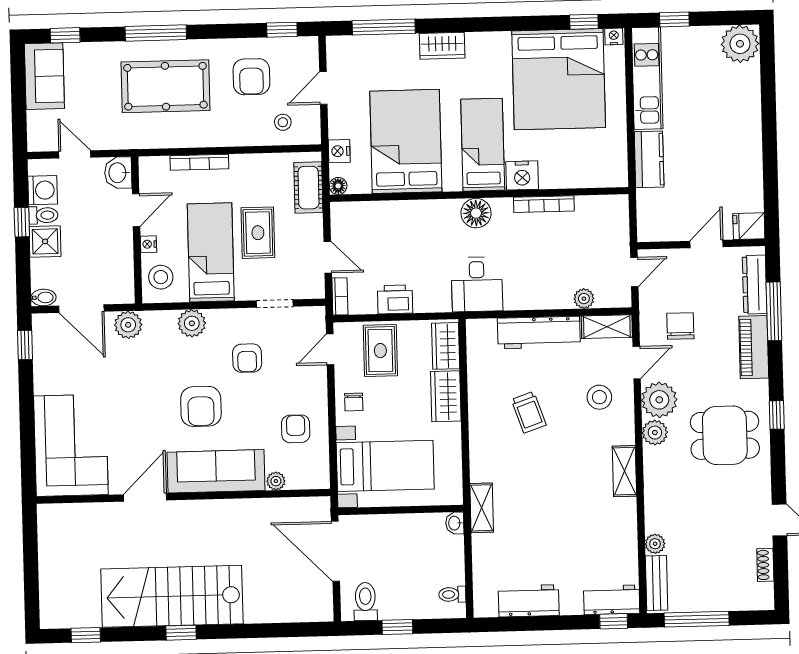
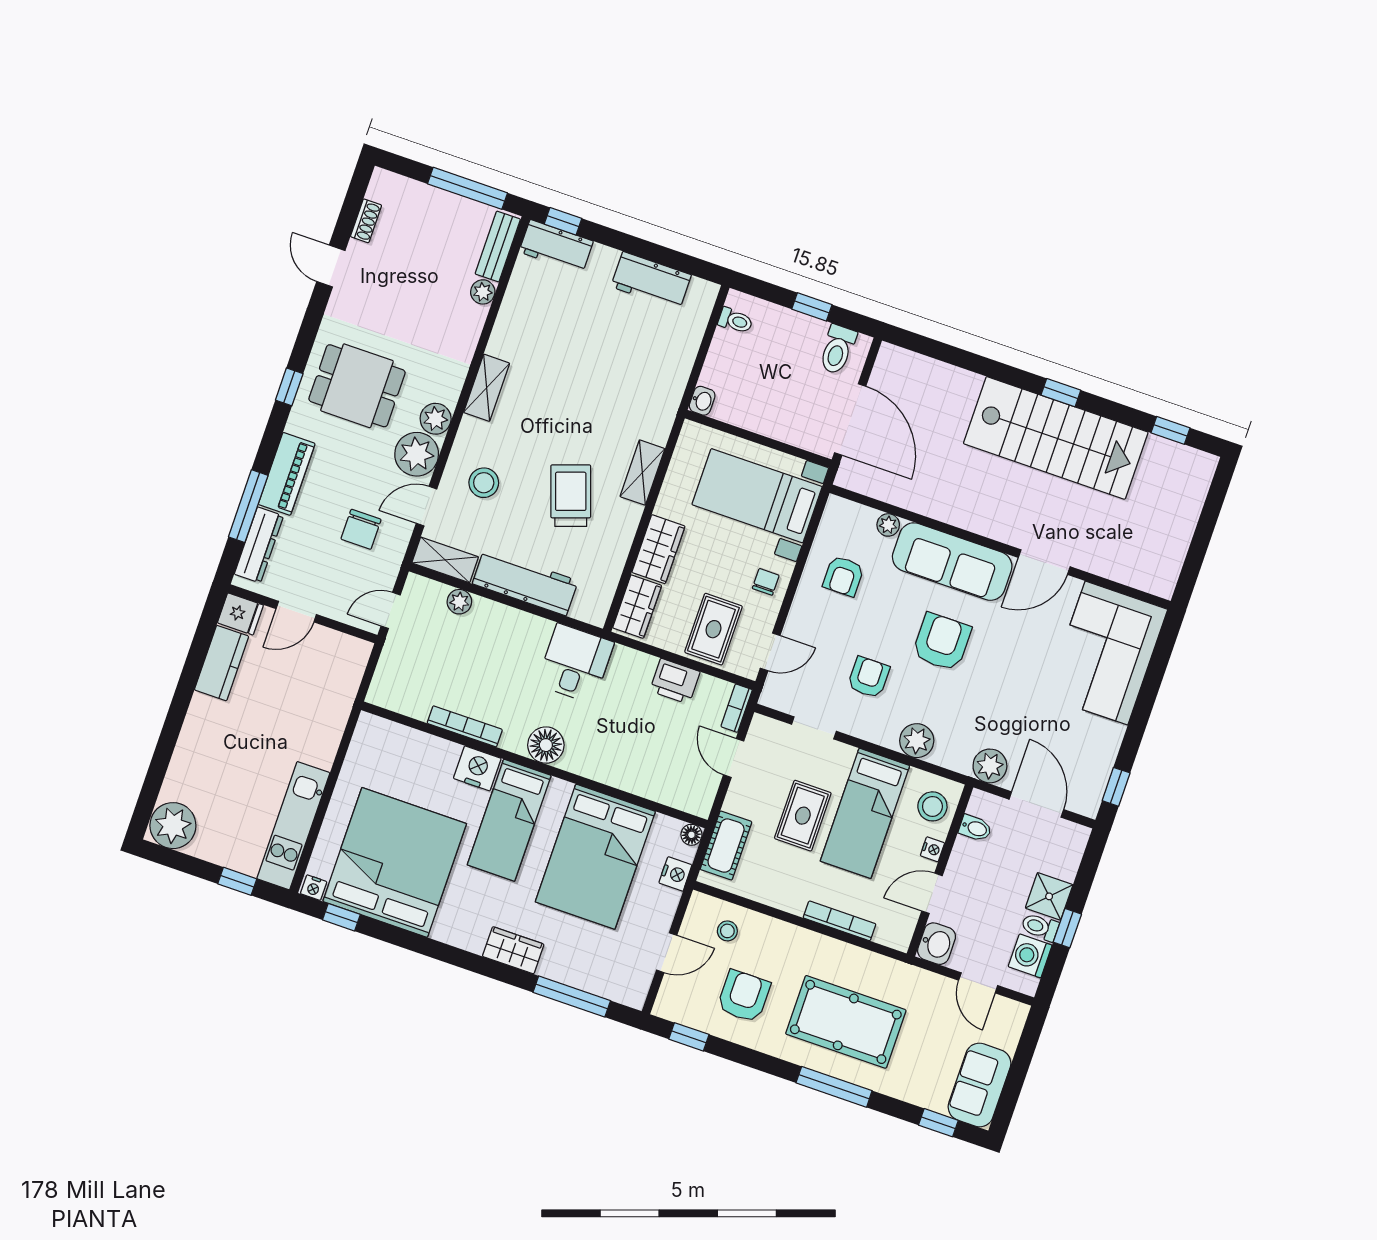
kitchen counter: (649, 159) -> (222, 663), moved, turned 180
bidet: (44, 297) -> (975, 828), moved, turned 180
trolley: (529, 412) -> (571, 496), width x1.36, depth x1.39
shelving: (482, 508) -> (642, 473), moved

